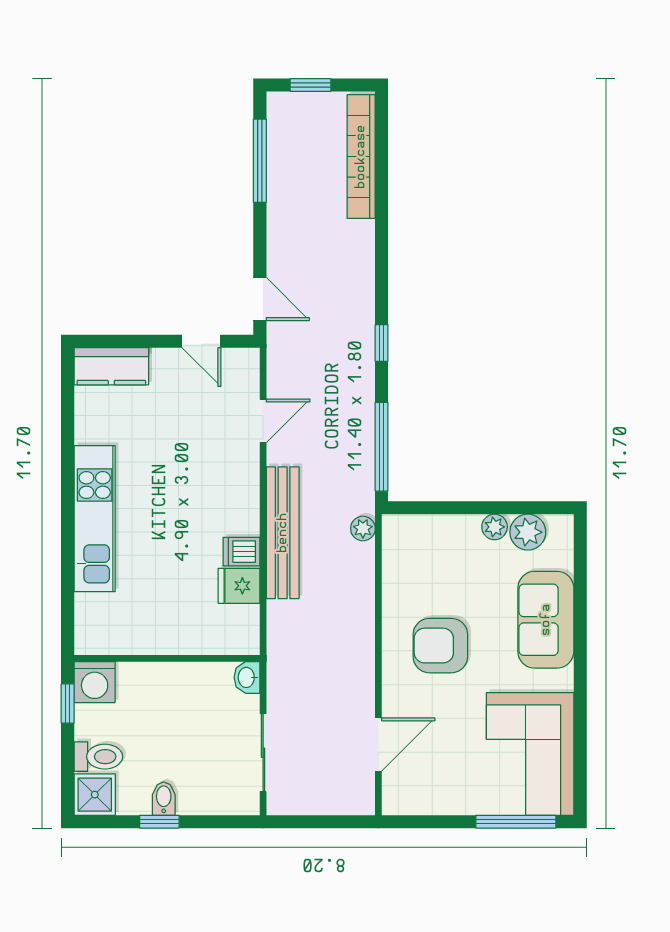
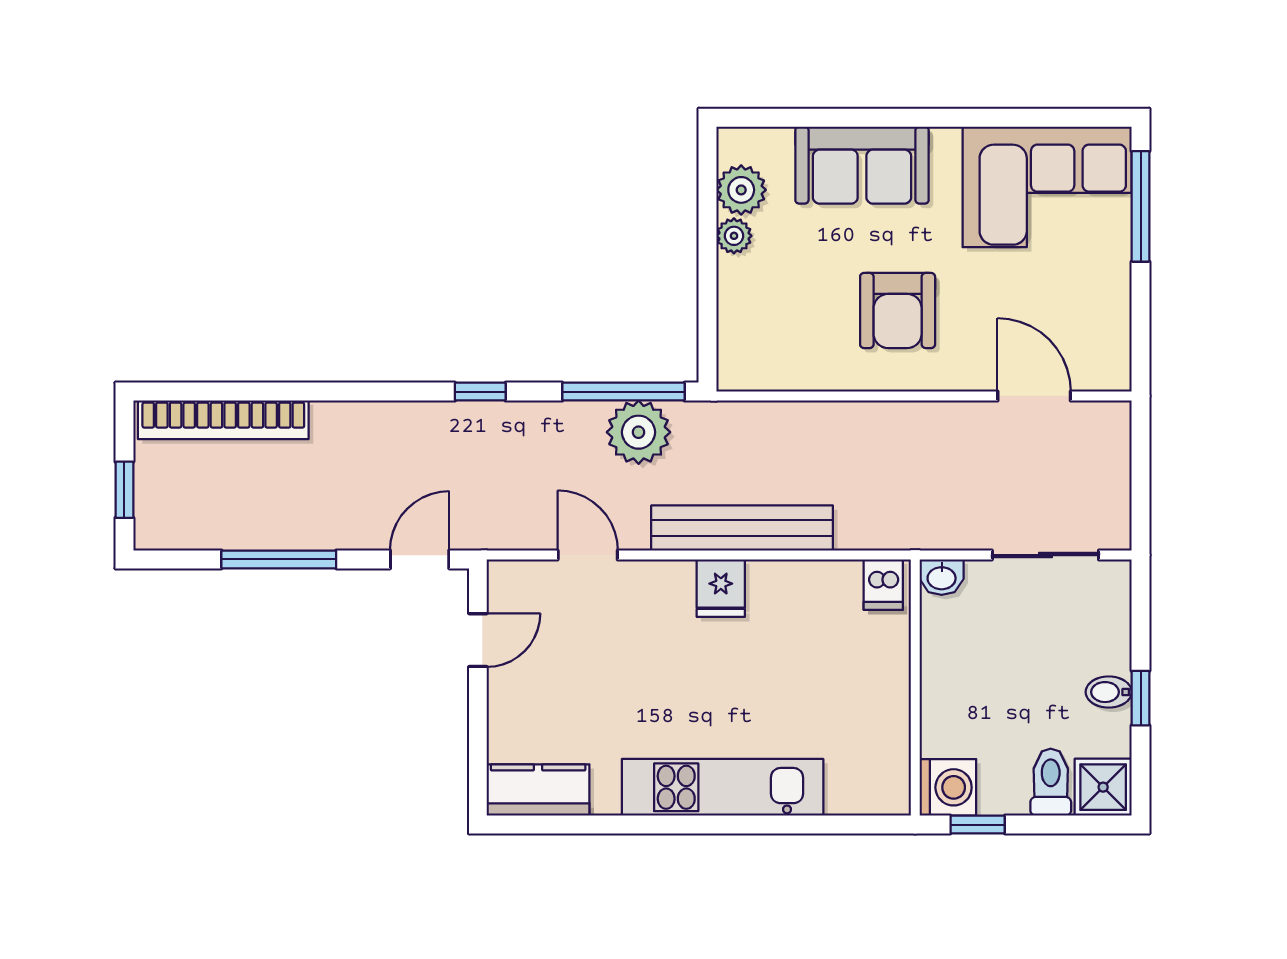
window: (260, 161) -> (279, 559), moved
kitchen counter: (111, 366) -> (538, 790), moved, turned -90
plant: (363, 528) -> (639, 432), moved, width x1.88, depth x1.88
dishwasher: (242, 552) -> (883, 585), moved
fridge: (239, 586) -> (721, 588), moved

